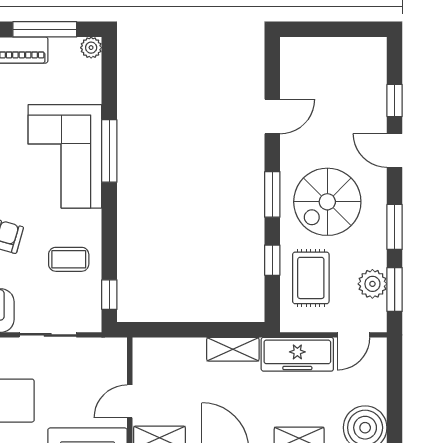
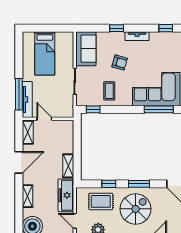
spiral stairs: (327, 202) -> (136, 209), turned 90

